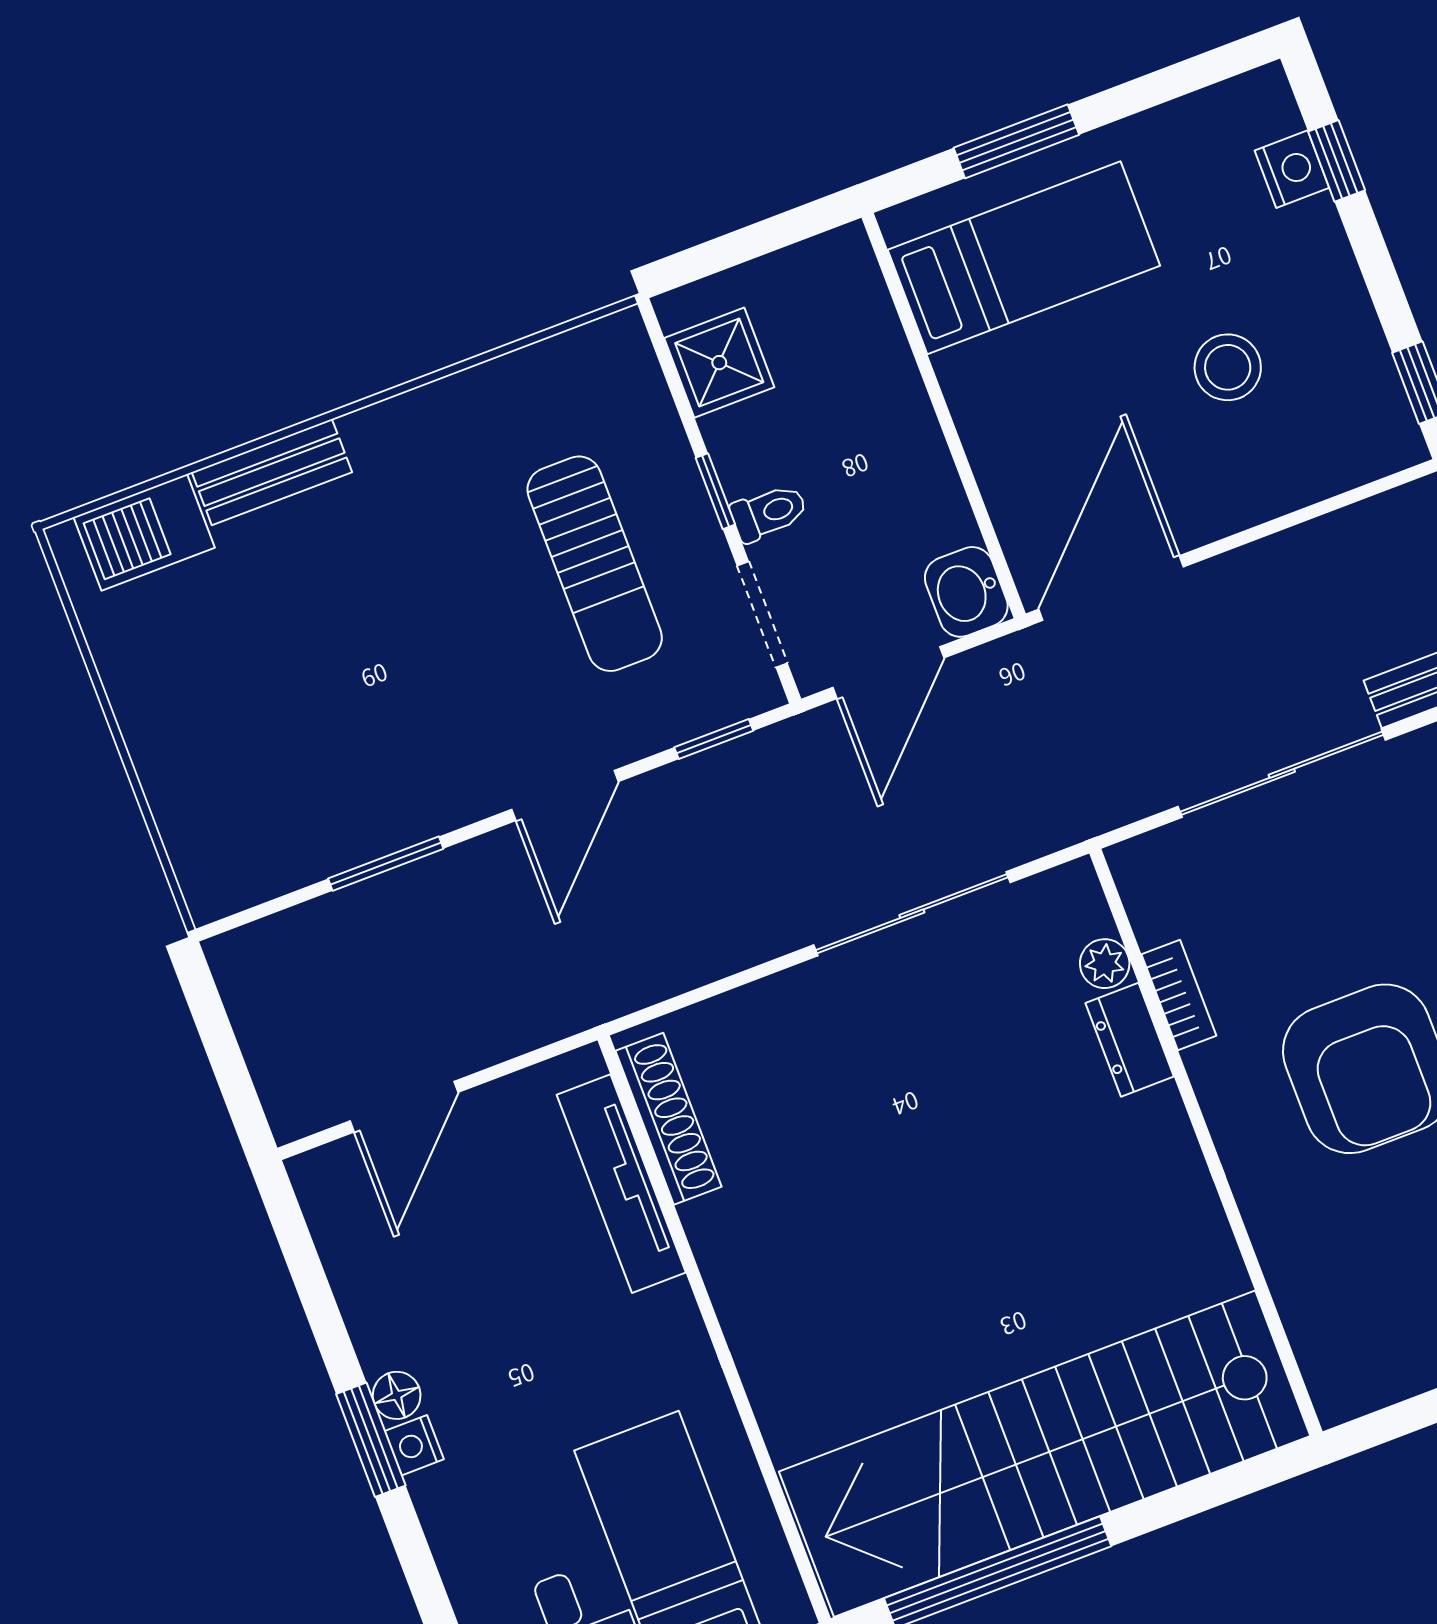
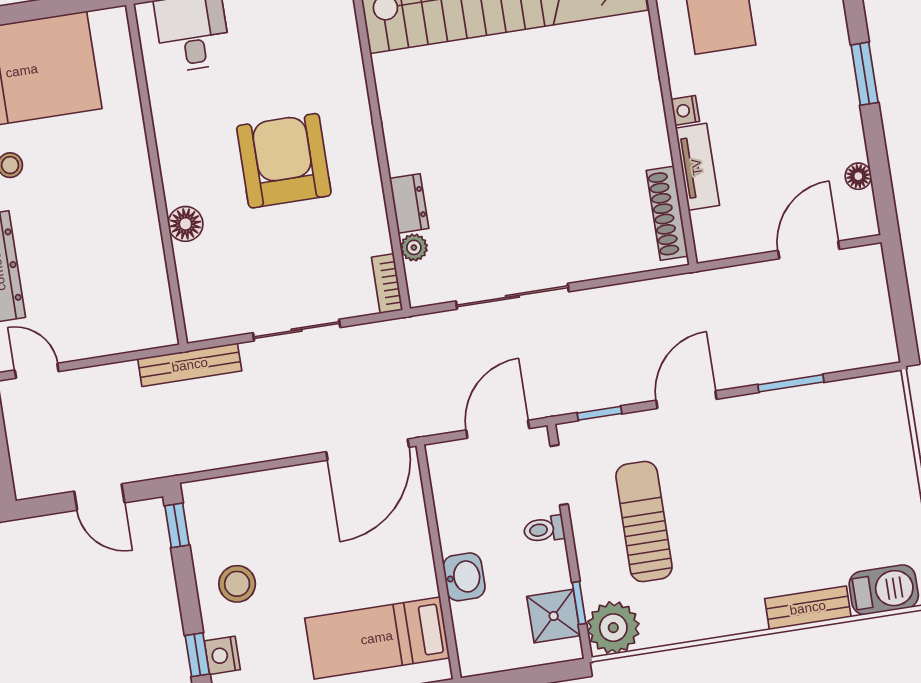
plant: (609, 364) -> (613, 628), added
stool: (1228, 367) -> (237, 584), moved
window: (715, 491) -> (579, 603), moved
washbasin: (966, 592) -> (464, 577), moved
sliding door: (1282, 773) -> (297, 330), width x0.73
bookcase: (1179, 995) -> (387, 284), moved
tv unit: (621, 1184) -> (697, 167), width x0.71
floor lamp: (397, 1395) -> (858, 176), moved
nightstand: (414, 1445) -> (685, 110), moved, turned 180

